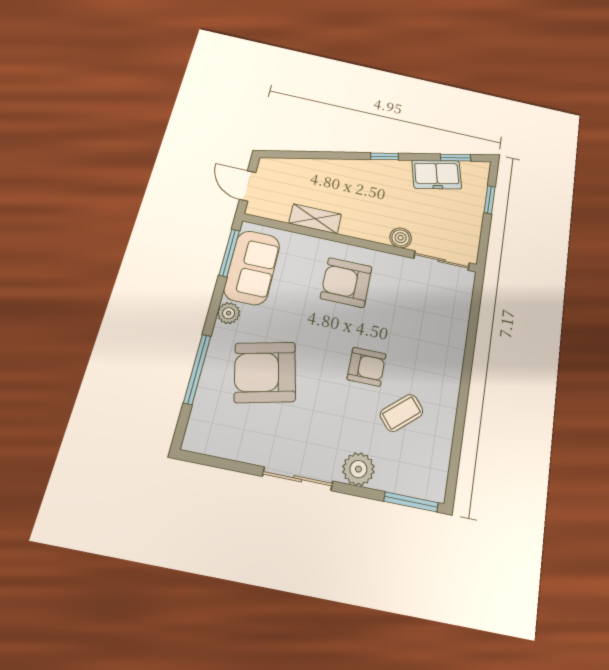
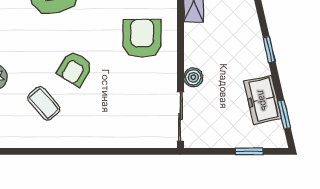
armchair: (366, 367) -> (75, 69), turned 31

